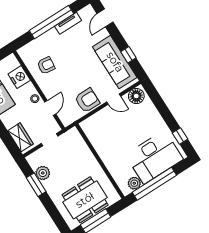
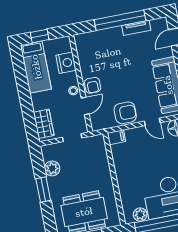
armchair: (46, 65) -> (93, 85), moved, turned 84
filing cabinet: (88, 124) -> (116, 137), added
window: (36, 185) -> (43, 190), moved

